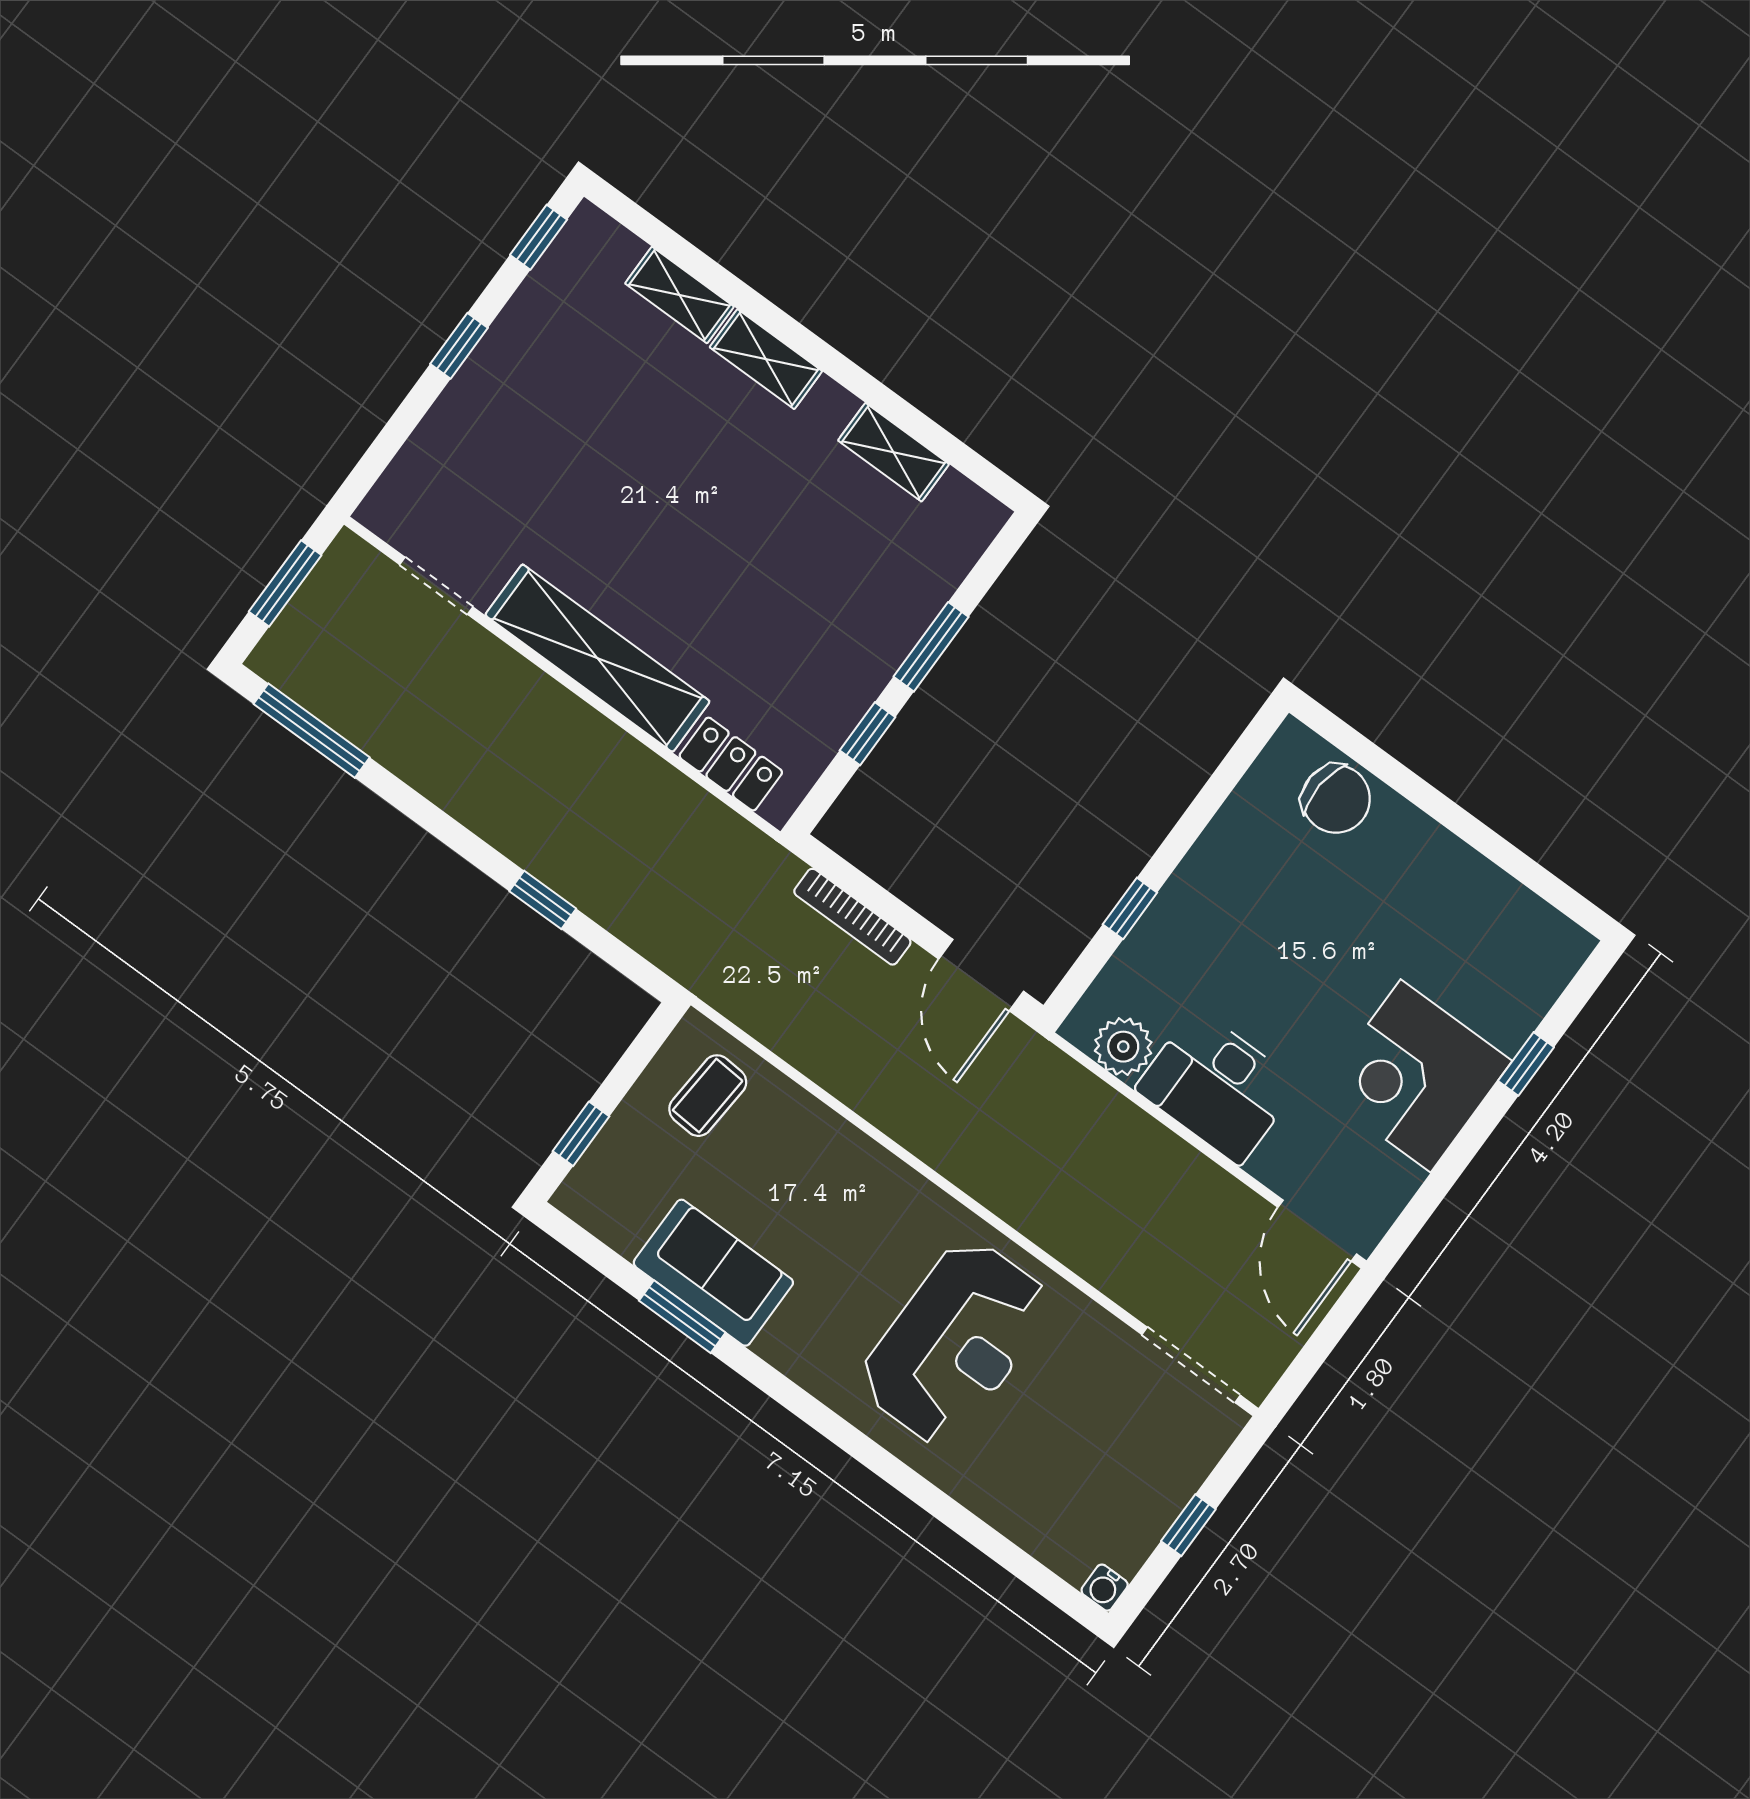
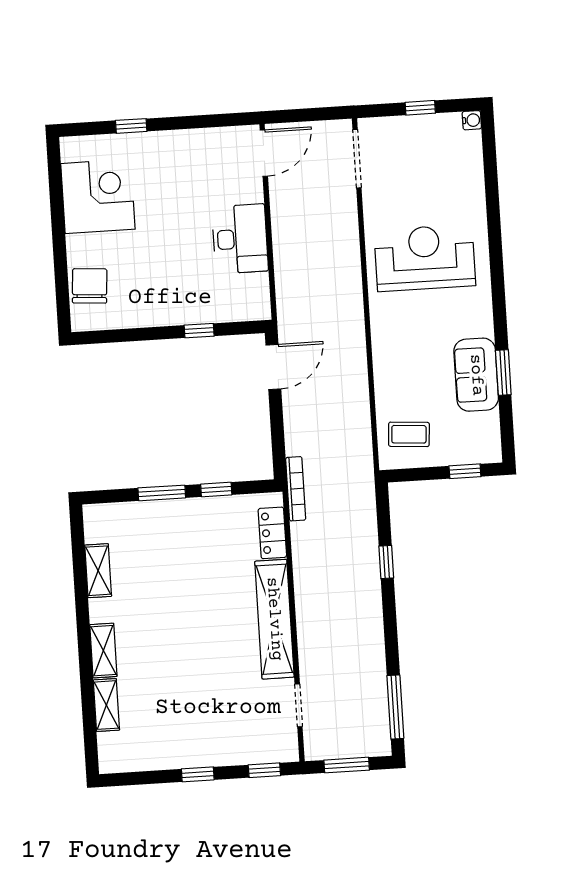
window: (539, 237) -> (264, 770), moved
bookcase: (852, 917) -> (296, 489), moved
plant: (1123, 1047) -> (255, 288), removed
corner desk: (1416, 1076) -> (98, 196), moved, turned -90

